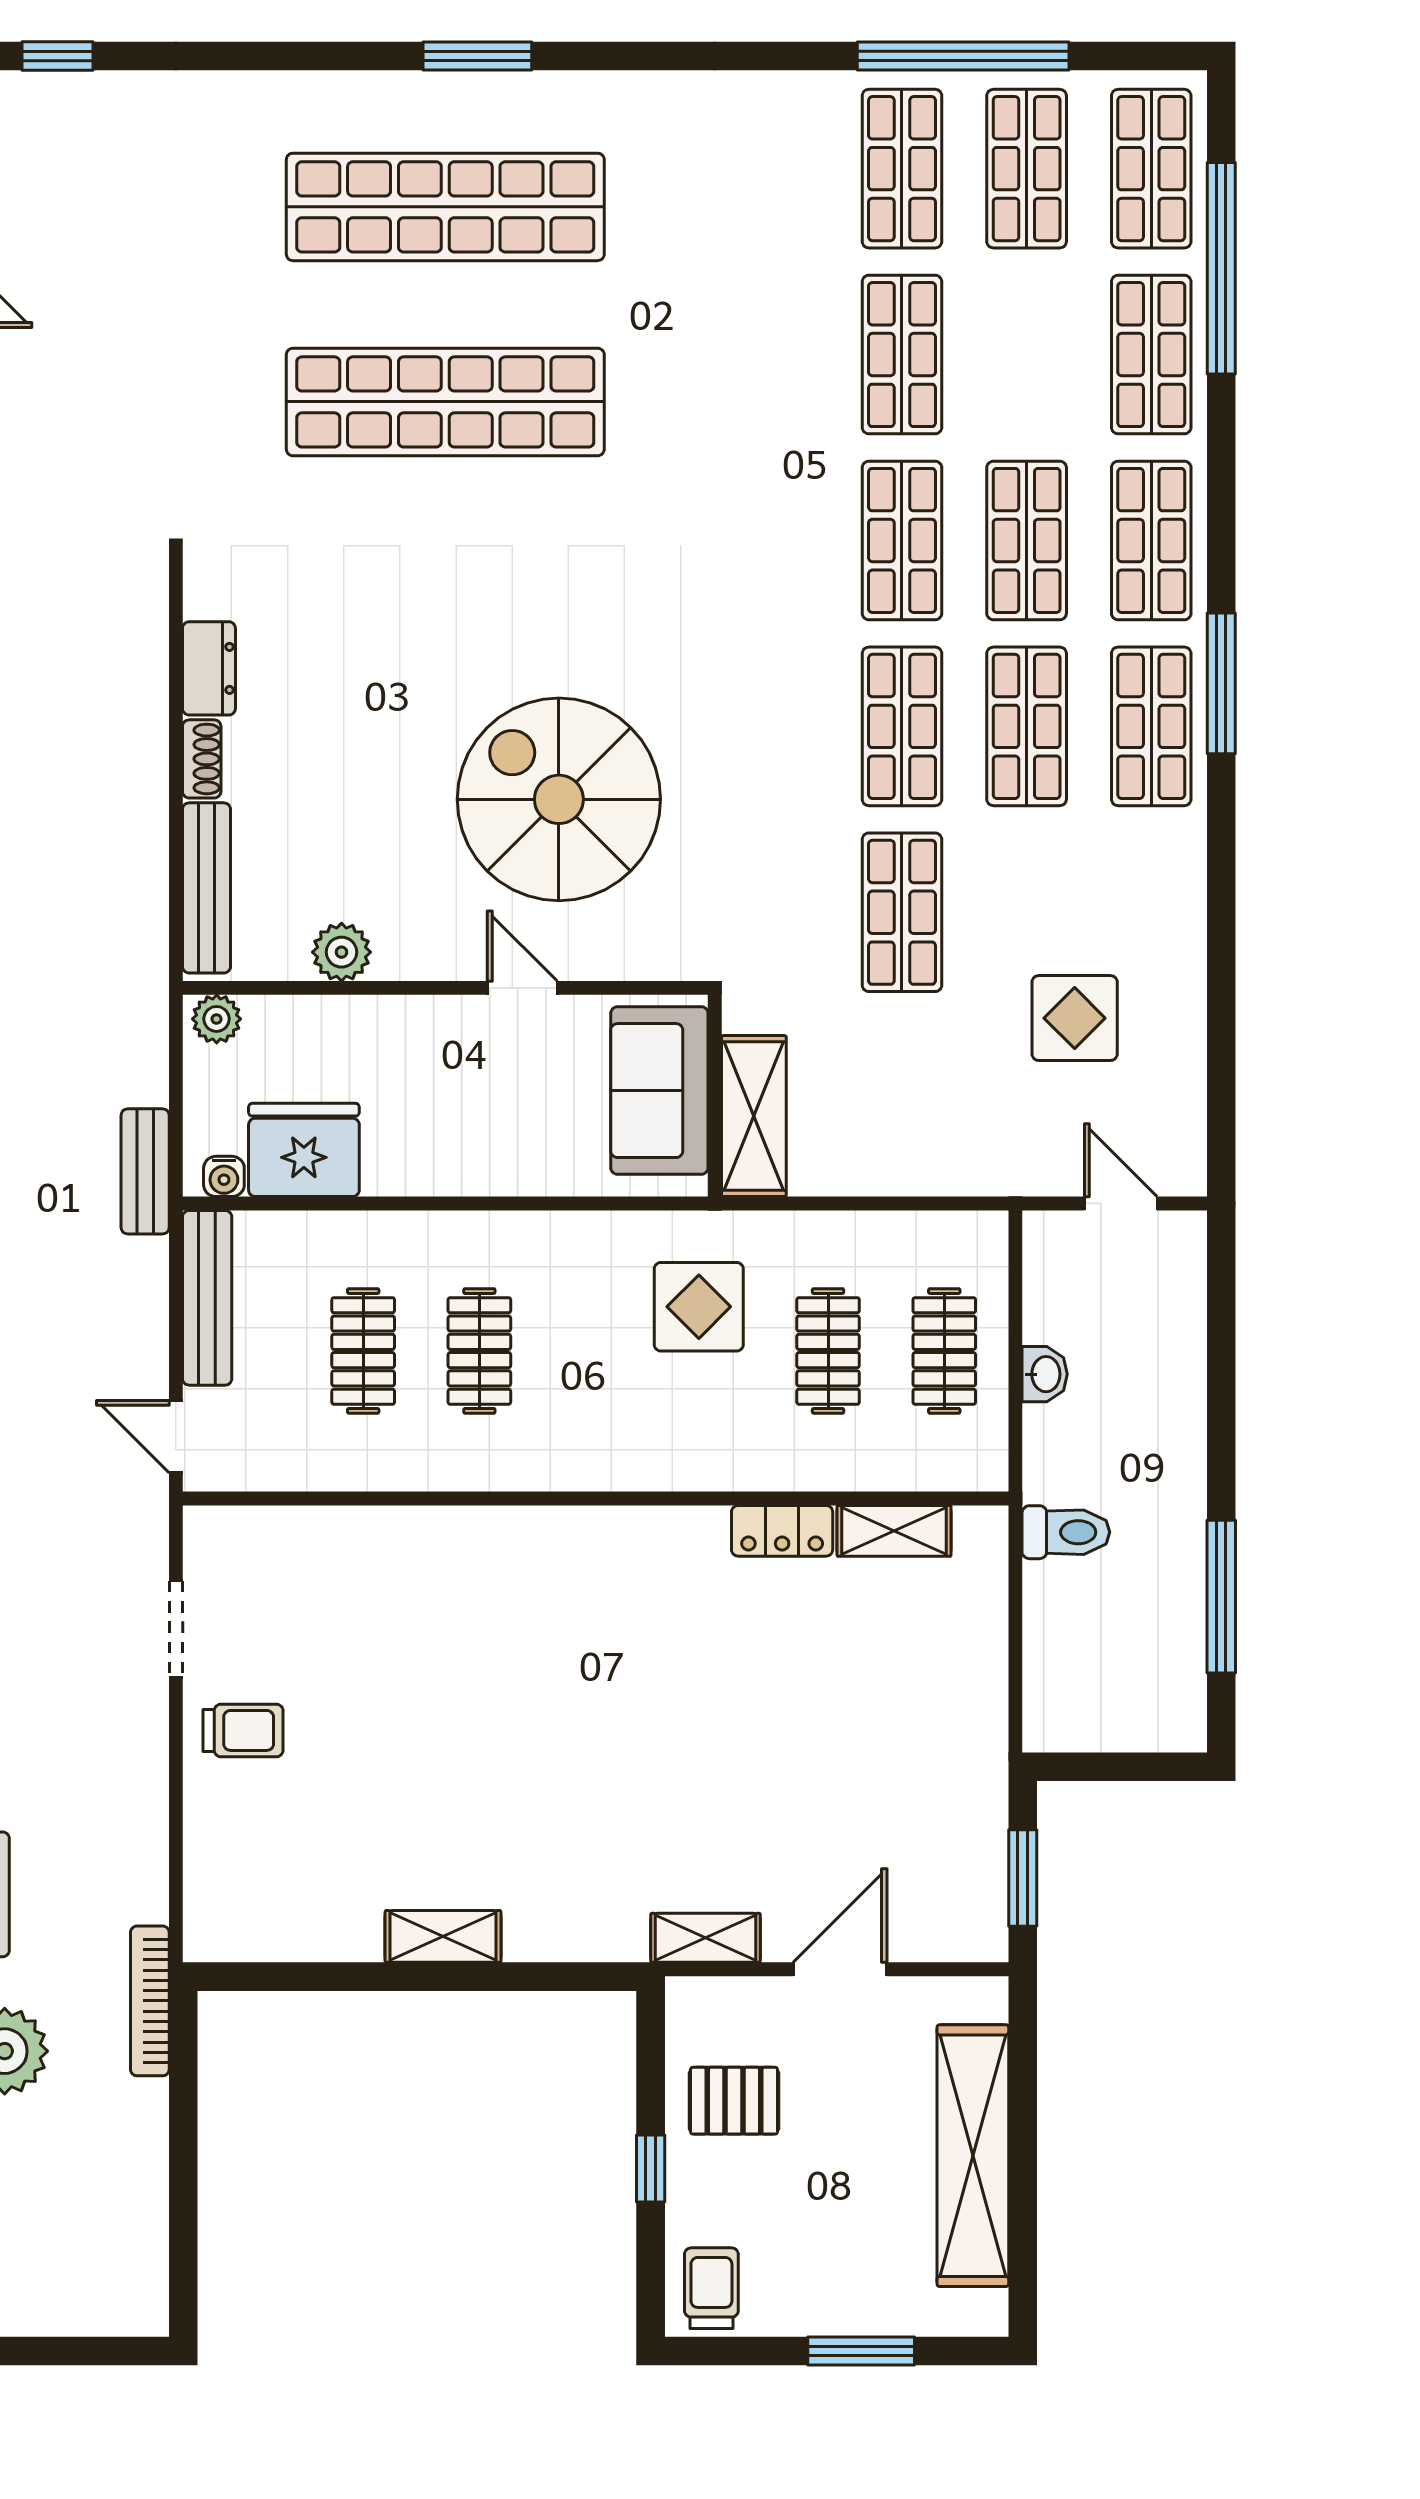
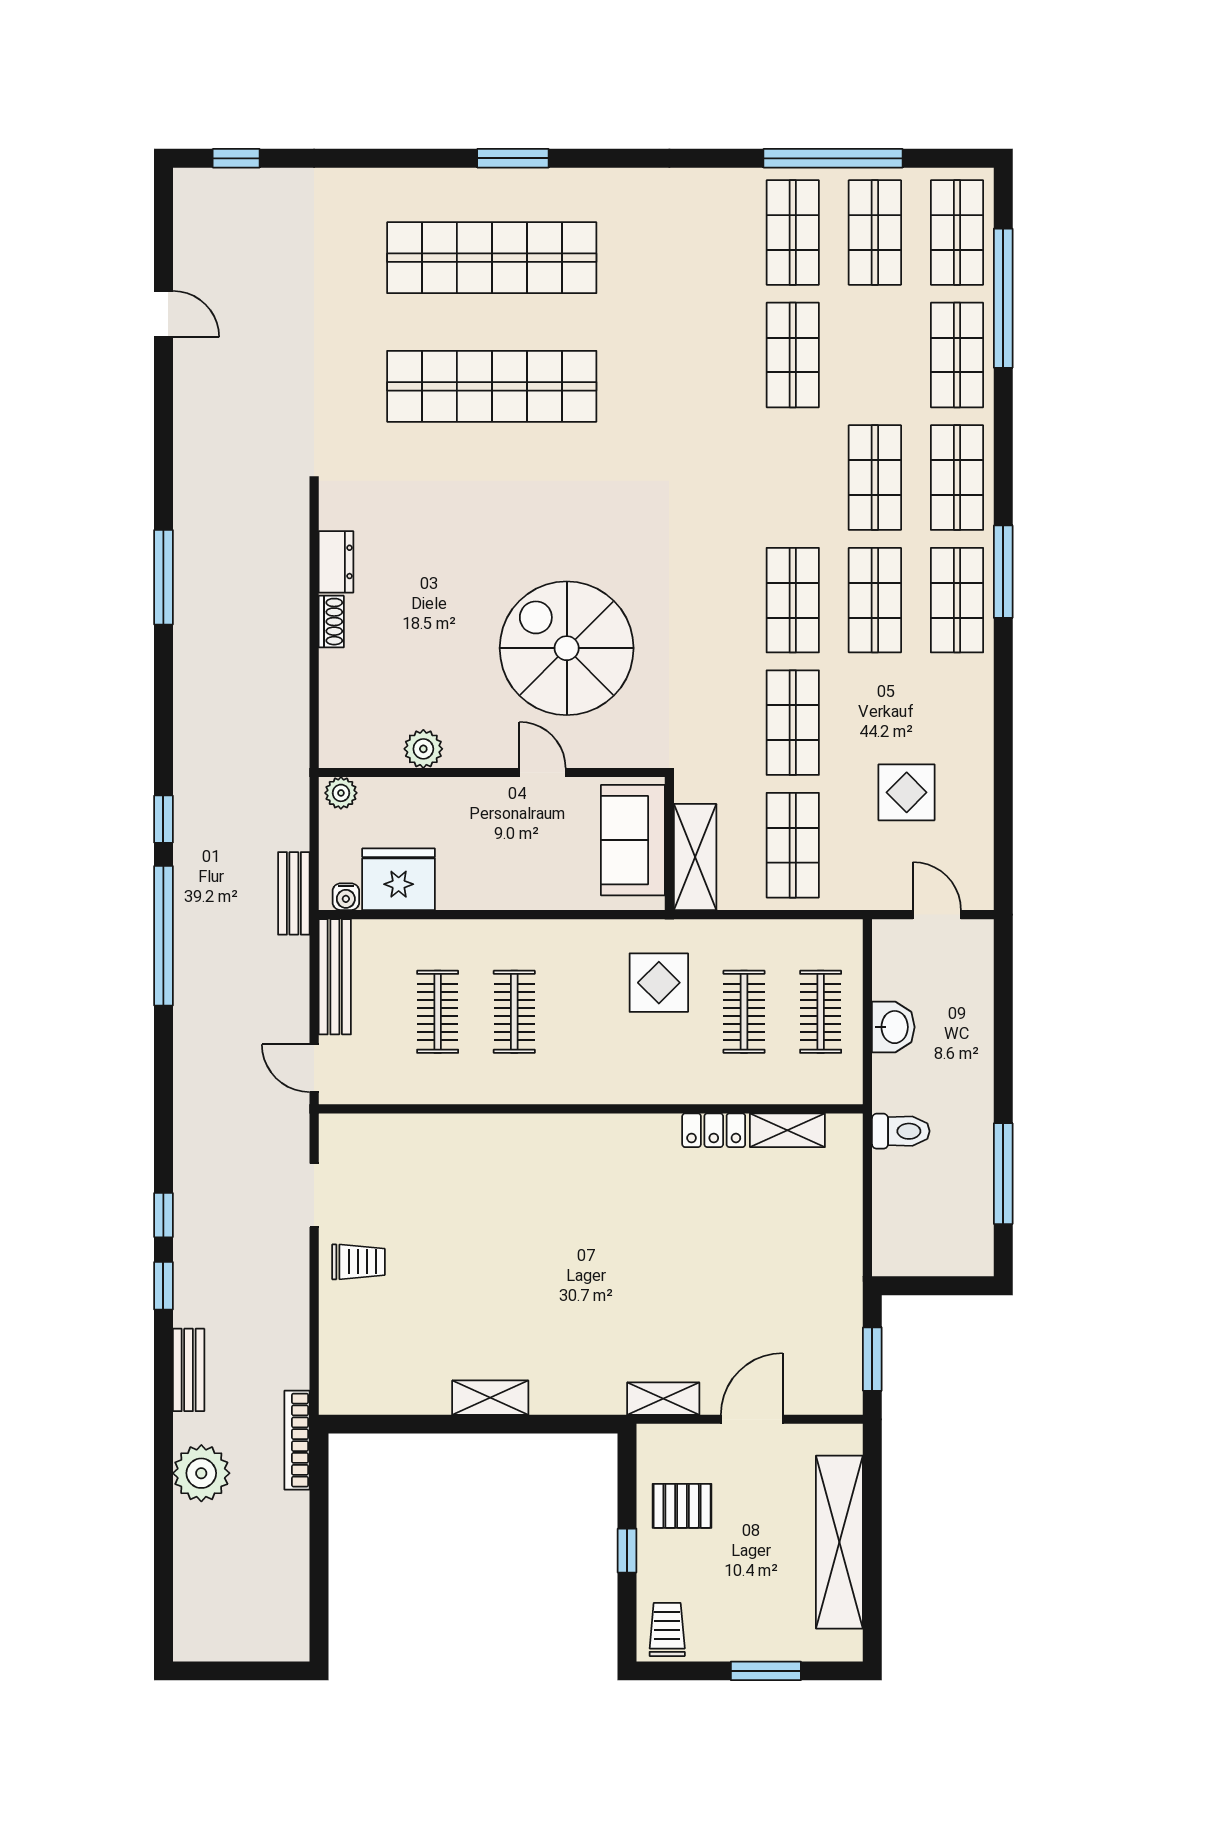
shop shelf: (902, 540) -> (793, 845), moved
bench: (207, 888) -> (334, 707), removed
washbasin: (1045, 1374) -> (893, 1027), width x1.38, depth x1.45

